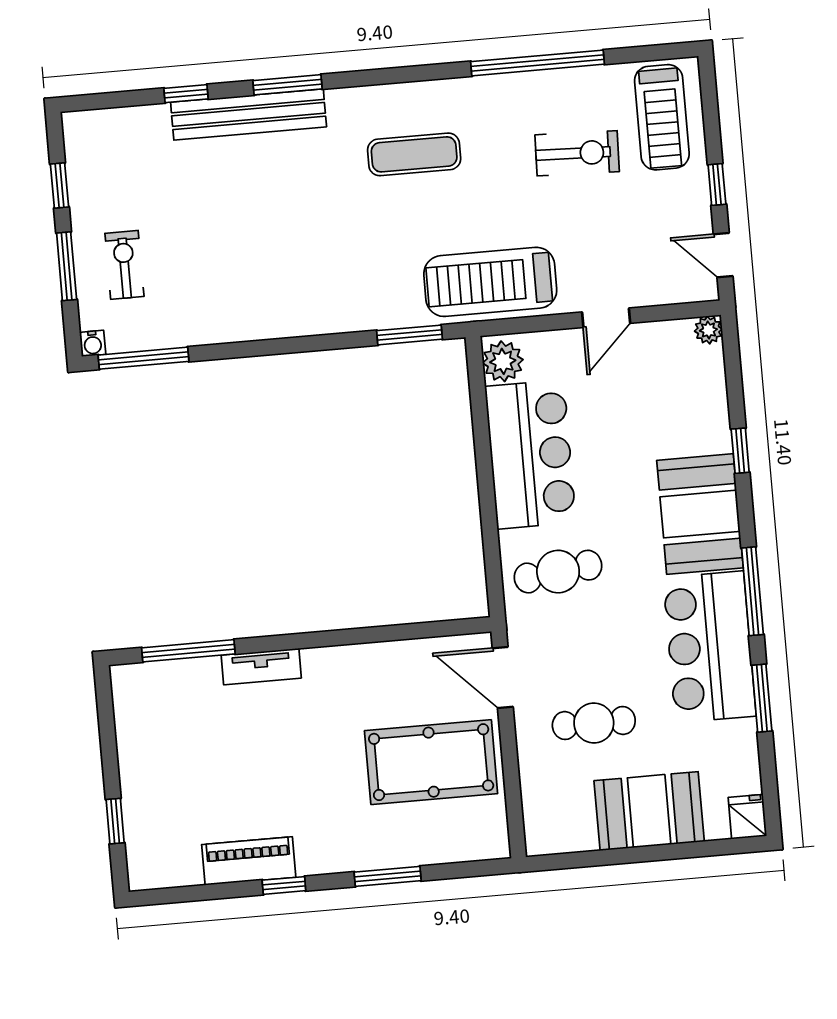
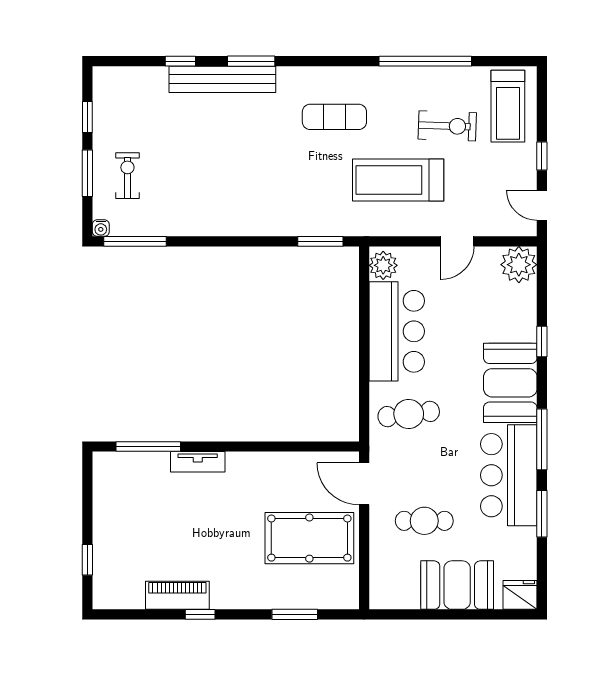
treadmill: (490, 282) -> (398, 180), moved
plant: (708, 330) -> (519, 265), width x1.88, depth x1.88
fridge: (747, 817) -> (520, 595), width x1.38
window: (388, 876) -> (295, 614), moved

